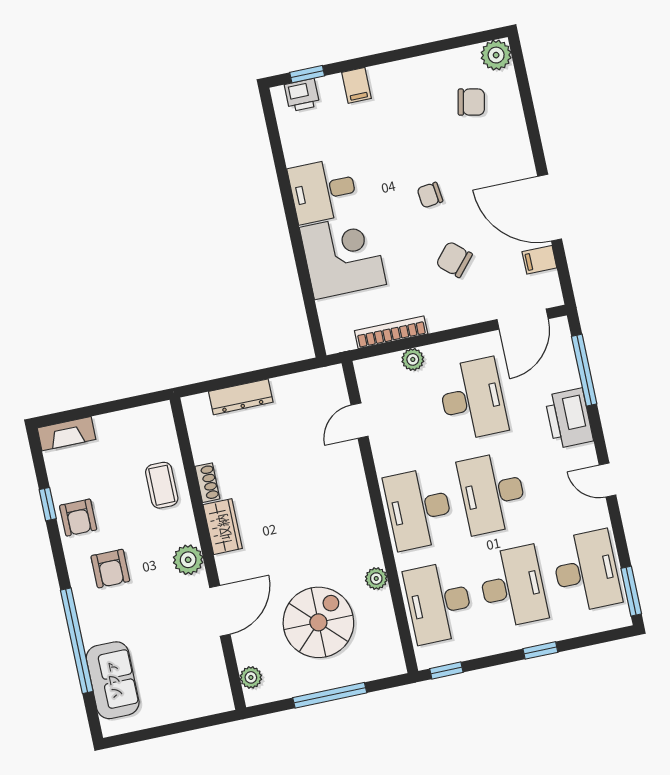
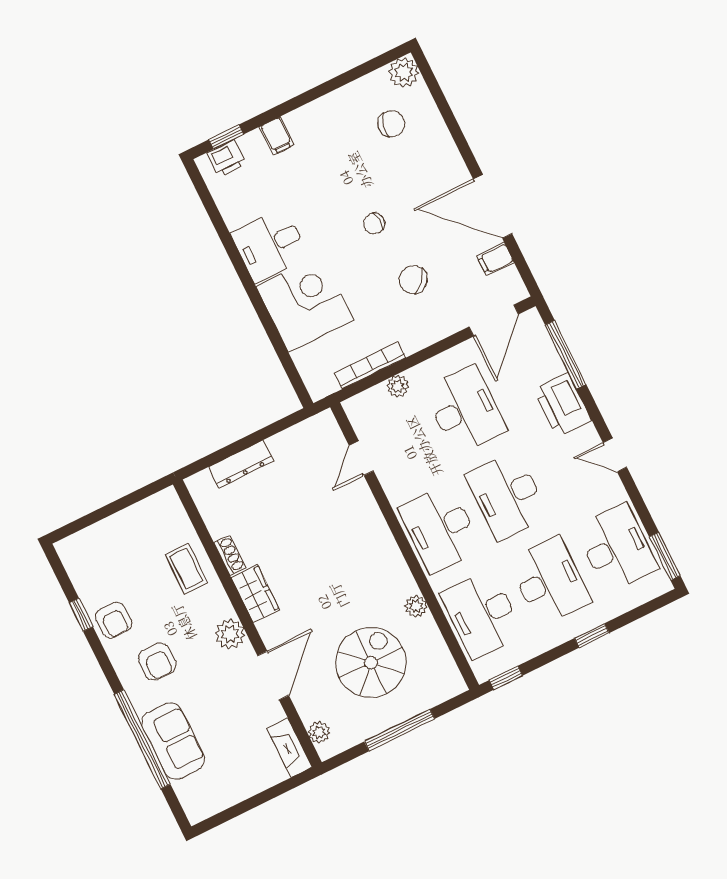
fireplace: (67, 434) -> (289, 748), moved, turned 90
sofa: (113, 680) -> (173, 741), moved

